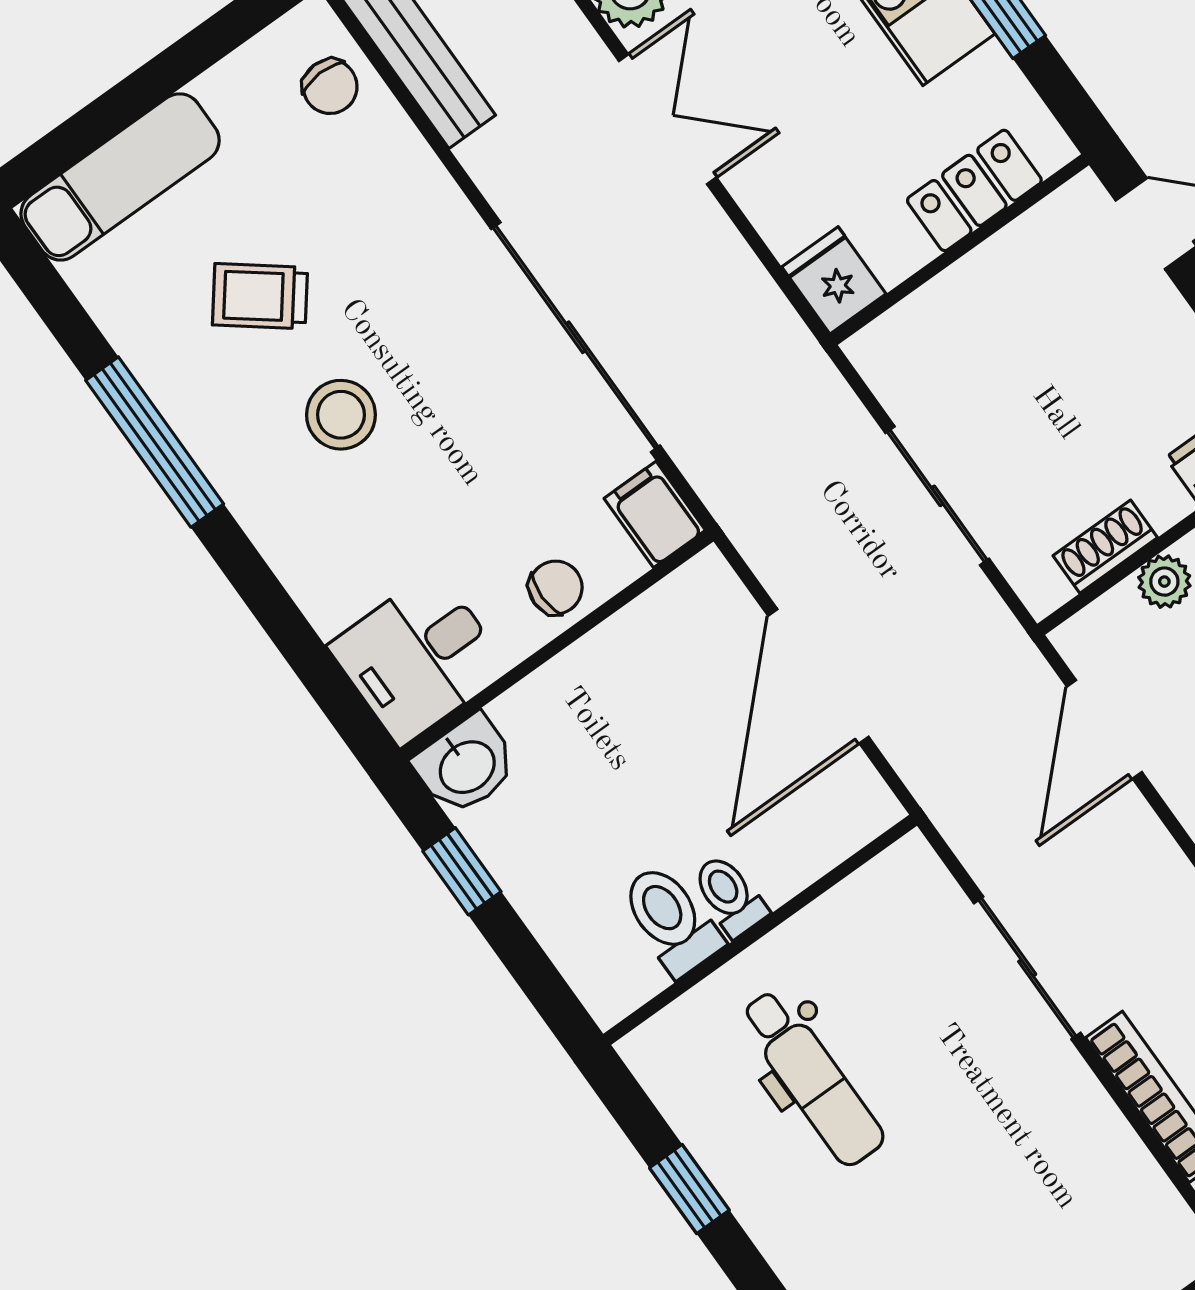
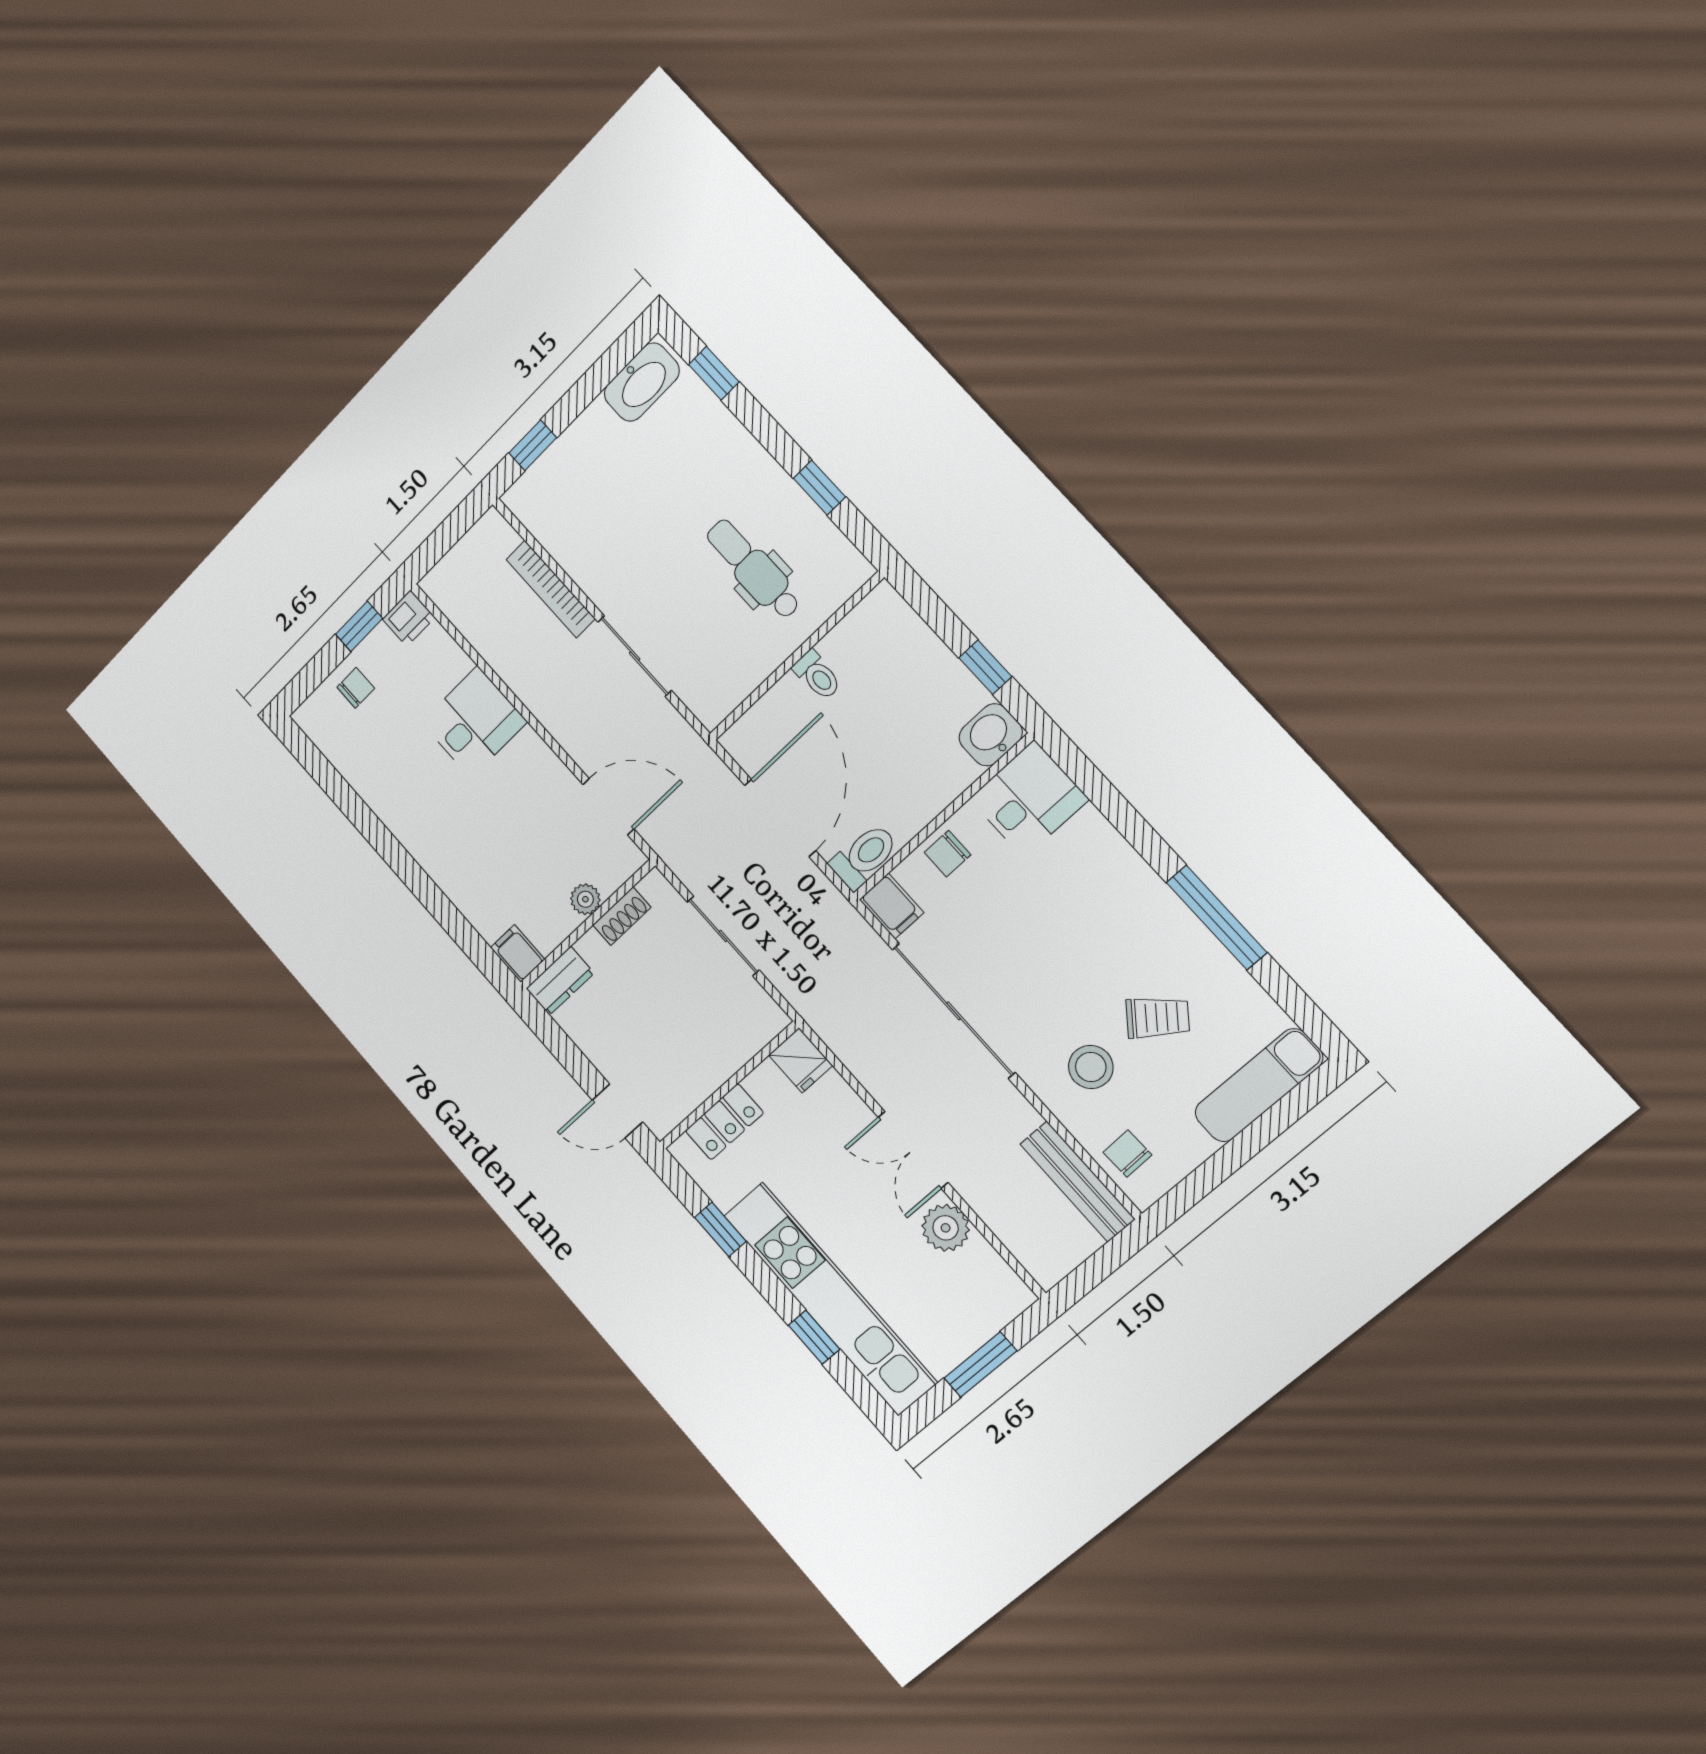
stool: (341, 415) -> (1091, 1067), moved
door: (1104, 729) -> (608, 807), hinge flipped
toilet: (671, 920) -> (864, 856), moved, turned -90

